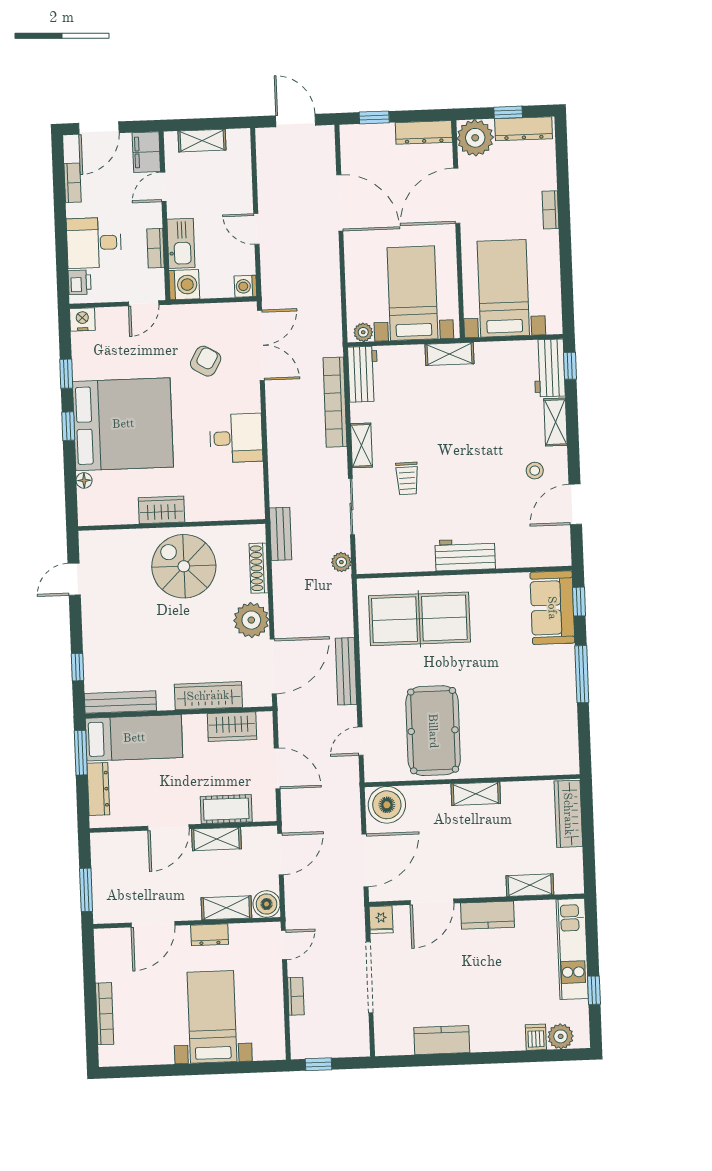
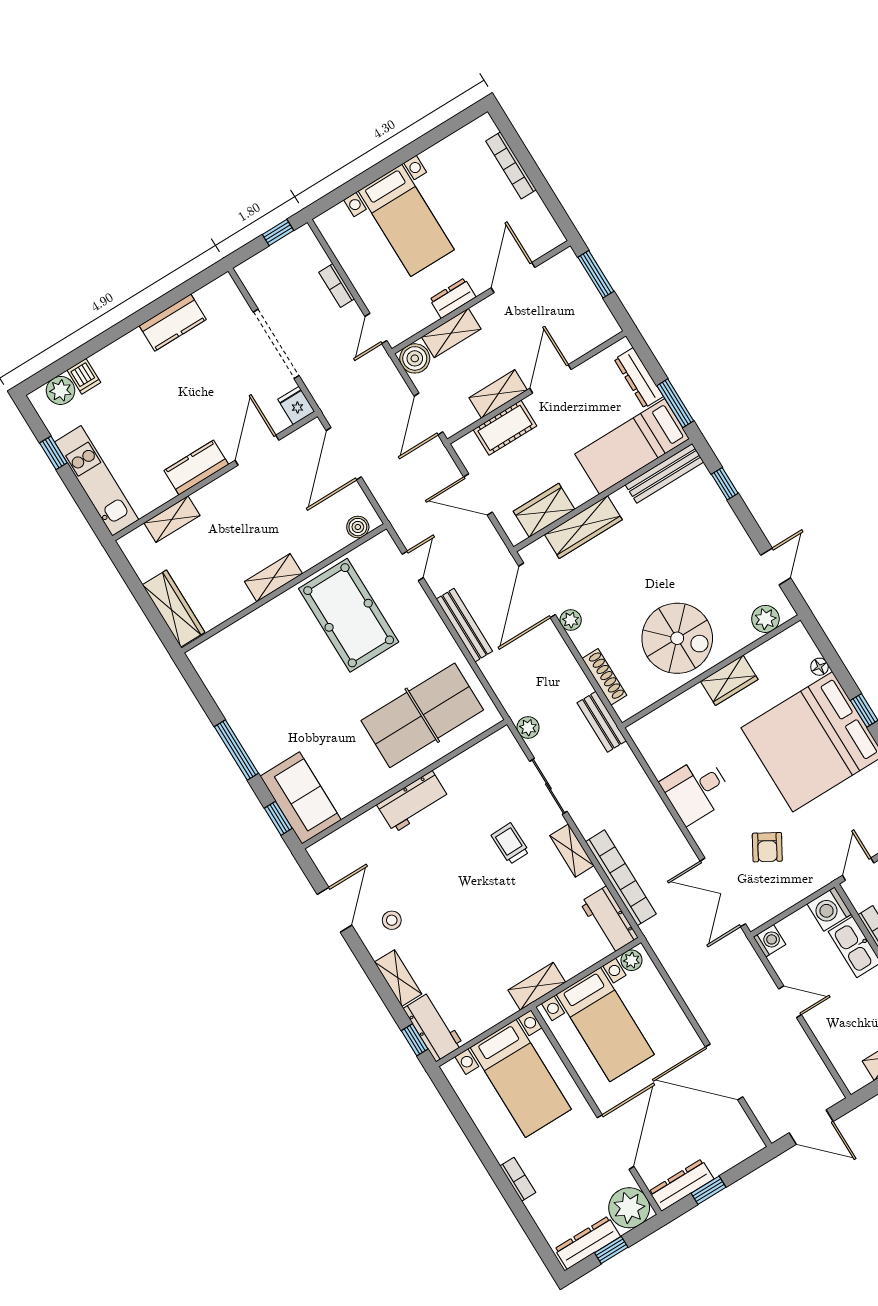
window: (374, 117) -> (709, 1190), moved
plant: (106, 542) -> (765, 619), added
plant: (251, 620) -> (571, 620), width x0.53, depth x0.53
boiler: (387, 805) -> (358, 527), width x0.54, depth x0.54

